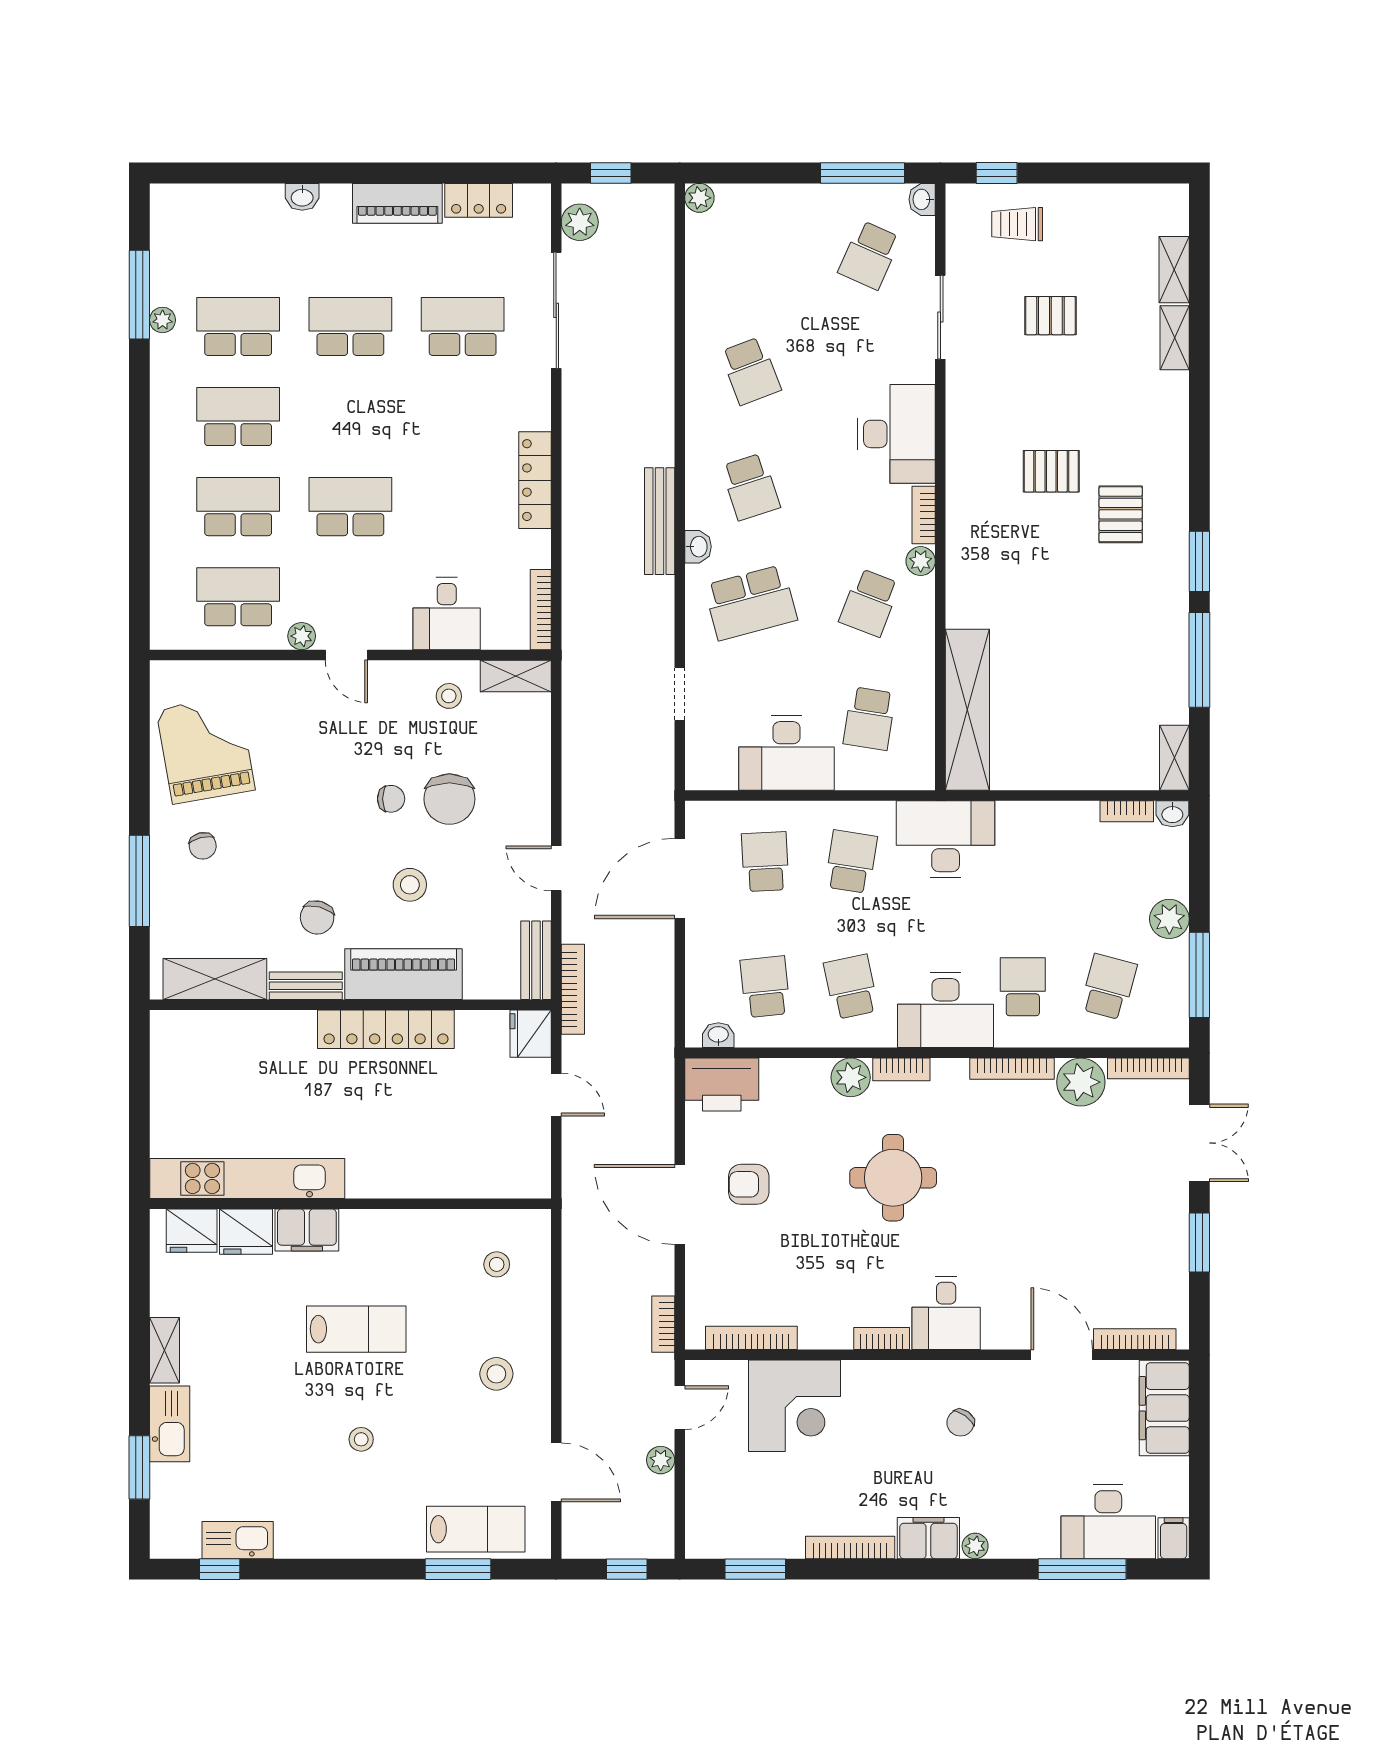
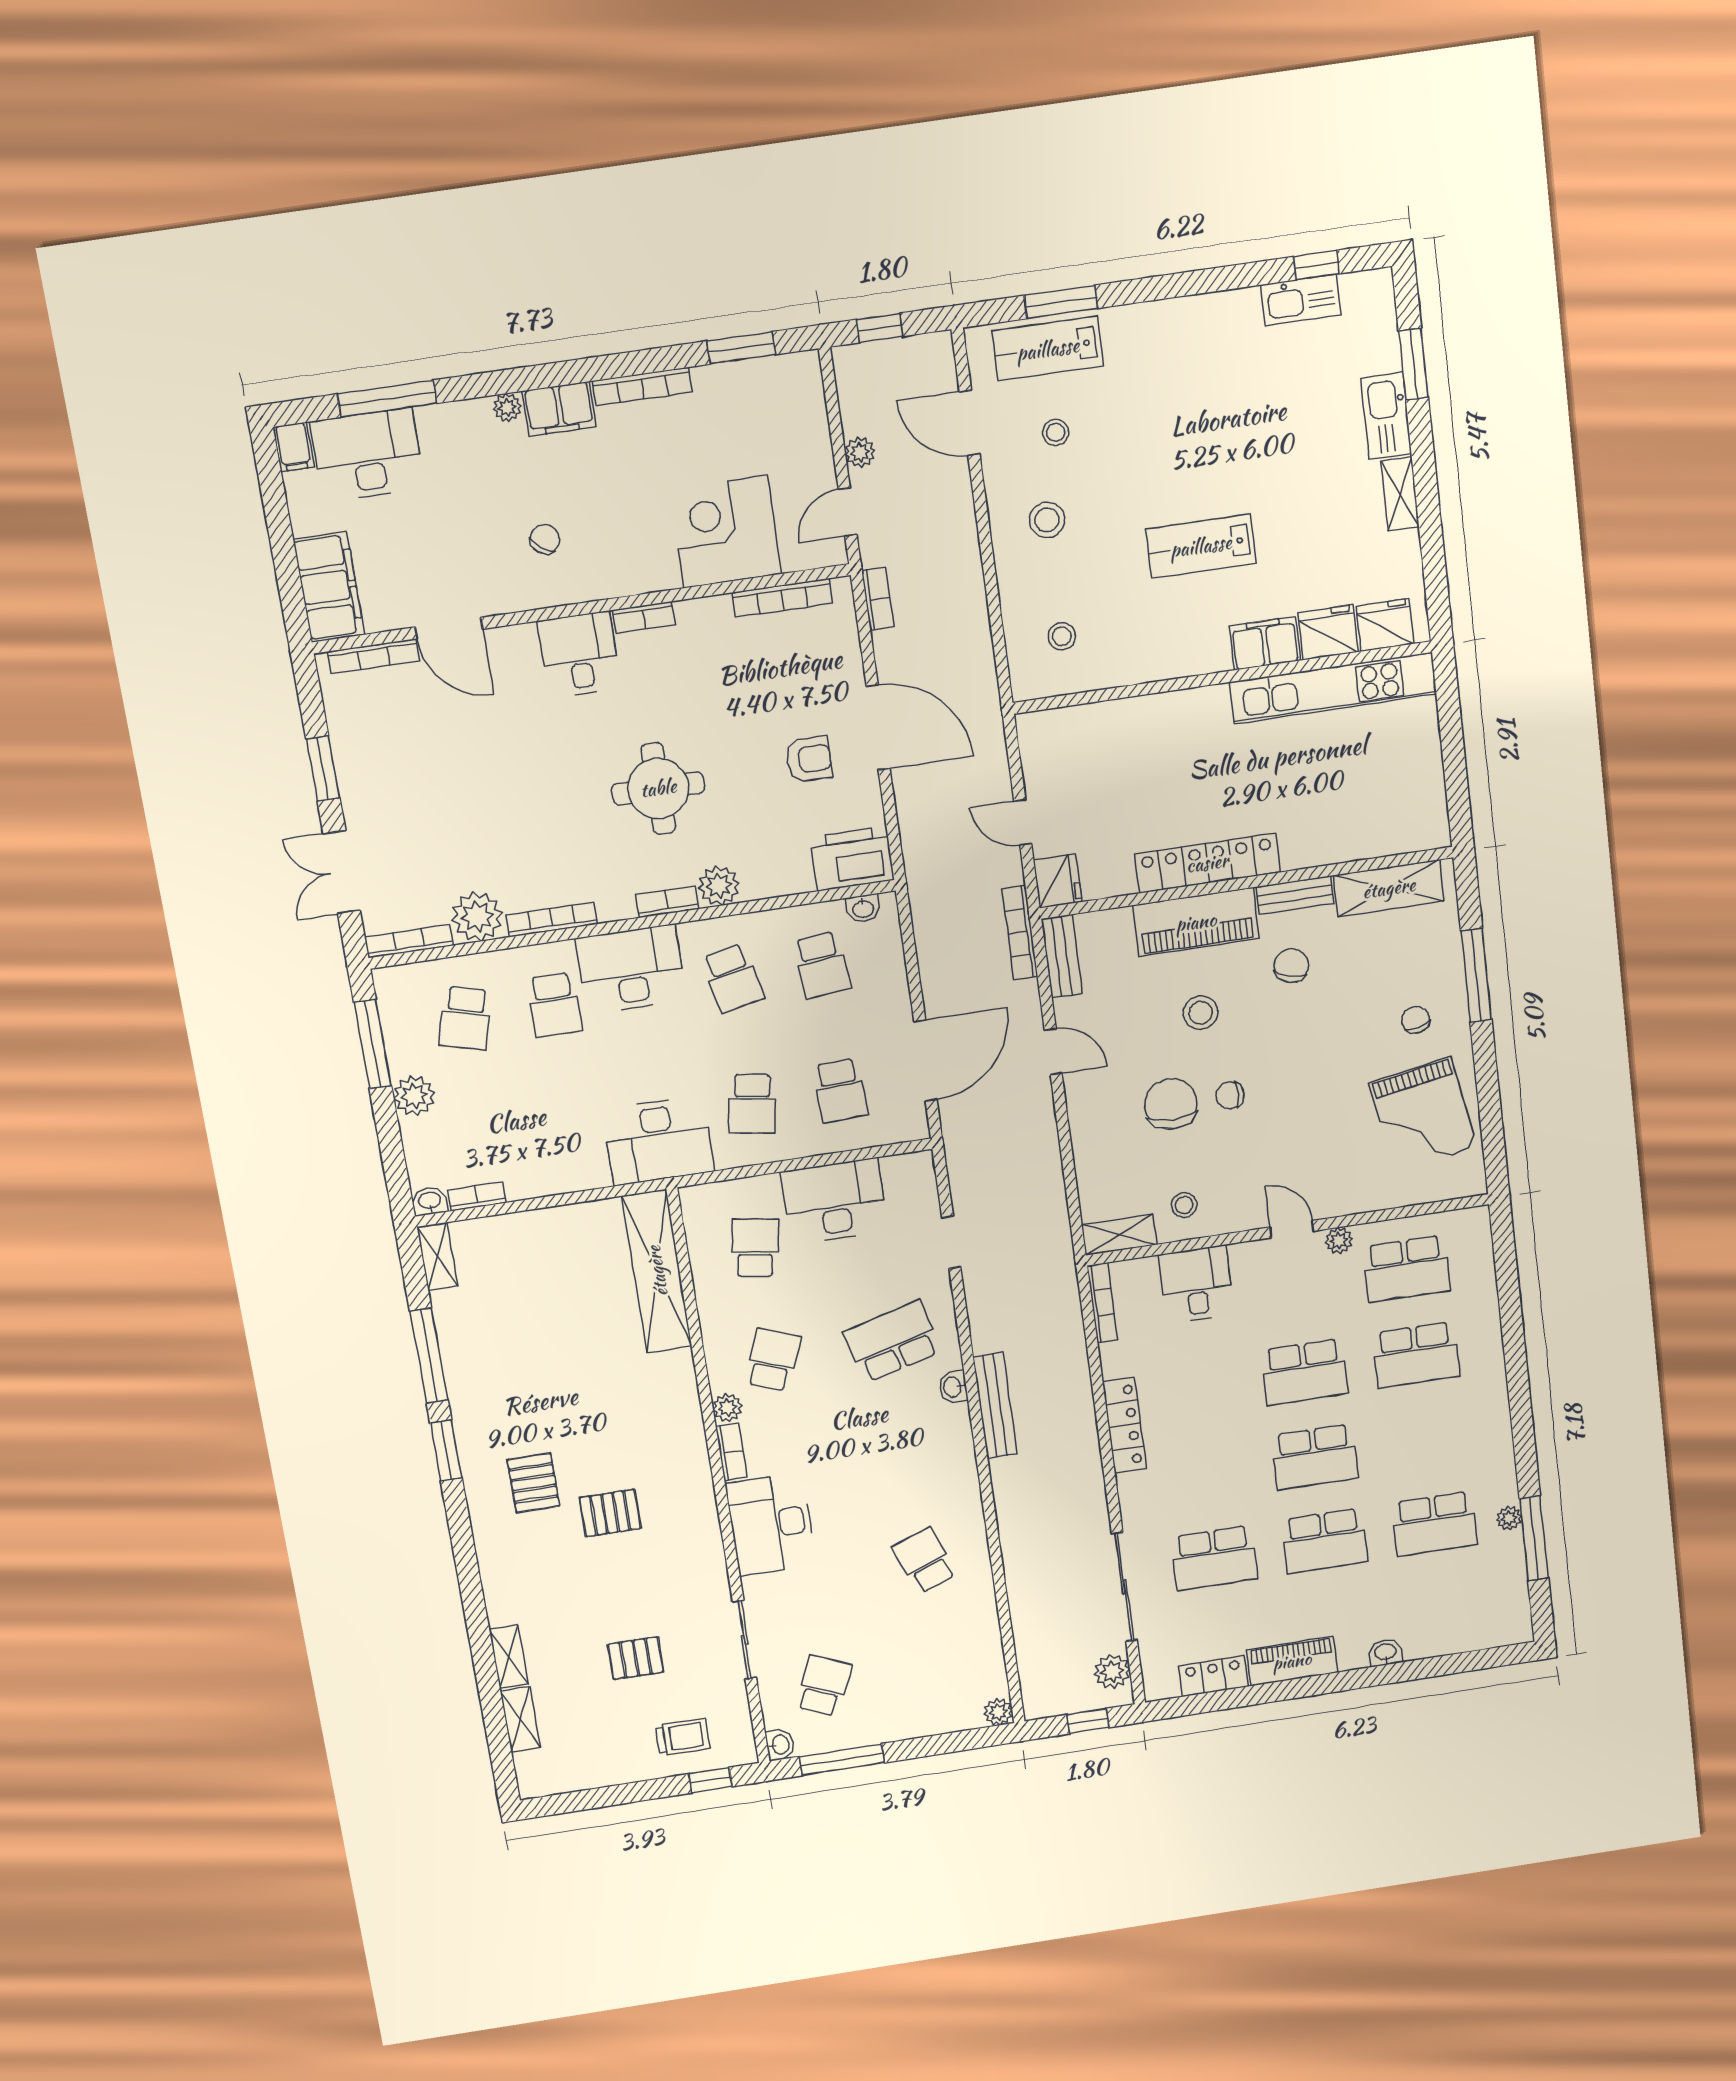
school desk: (238, 417) -> (1315, 1457), moved
school desk: (751, 487) -> (909, 1452), removed
stool: (361, 1439) -> (1056, 432), moved

